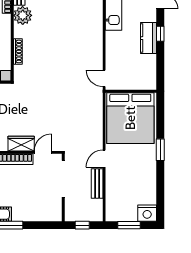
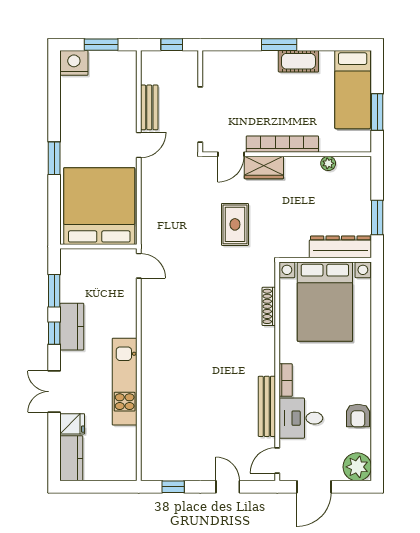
plant: (23, 15) -> (261, 361), removed
window: (160, 62) -> (54, 291), added
rug: (40, 106) -> (235, 224), added

